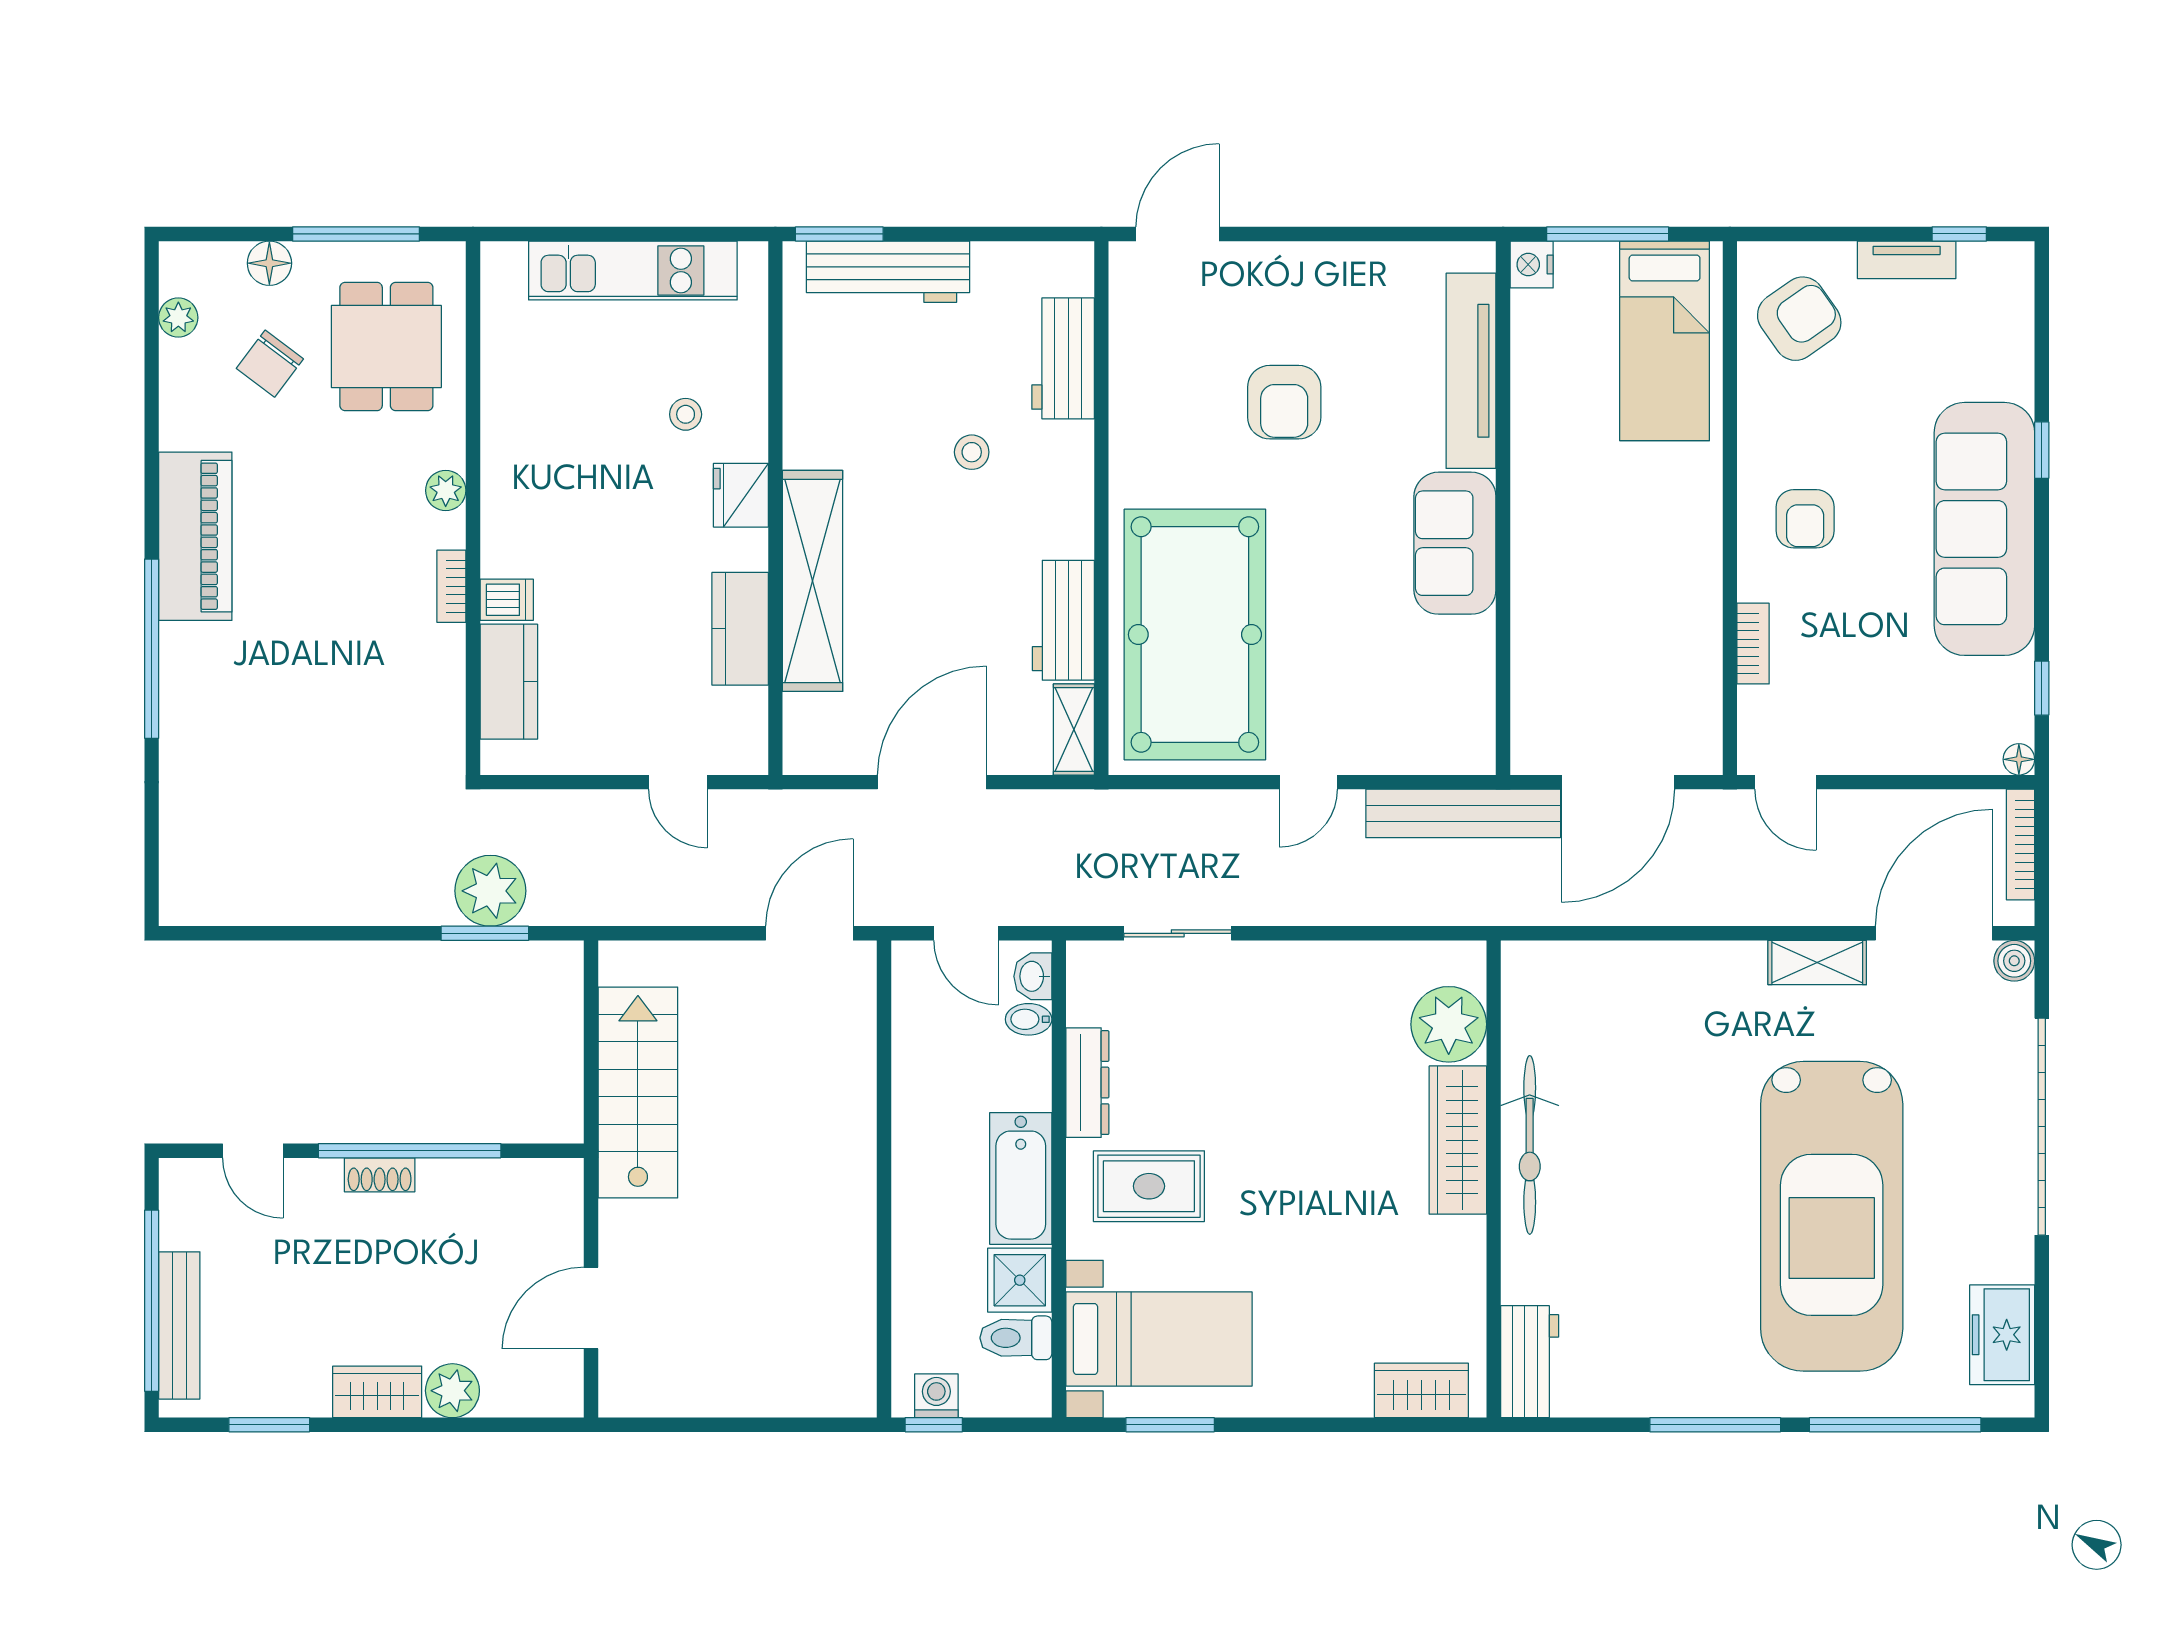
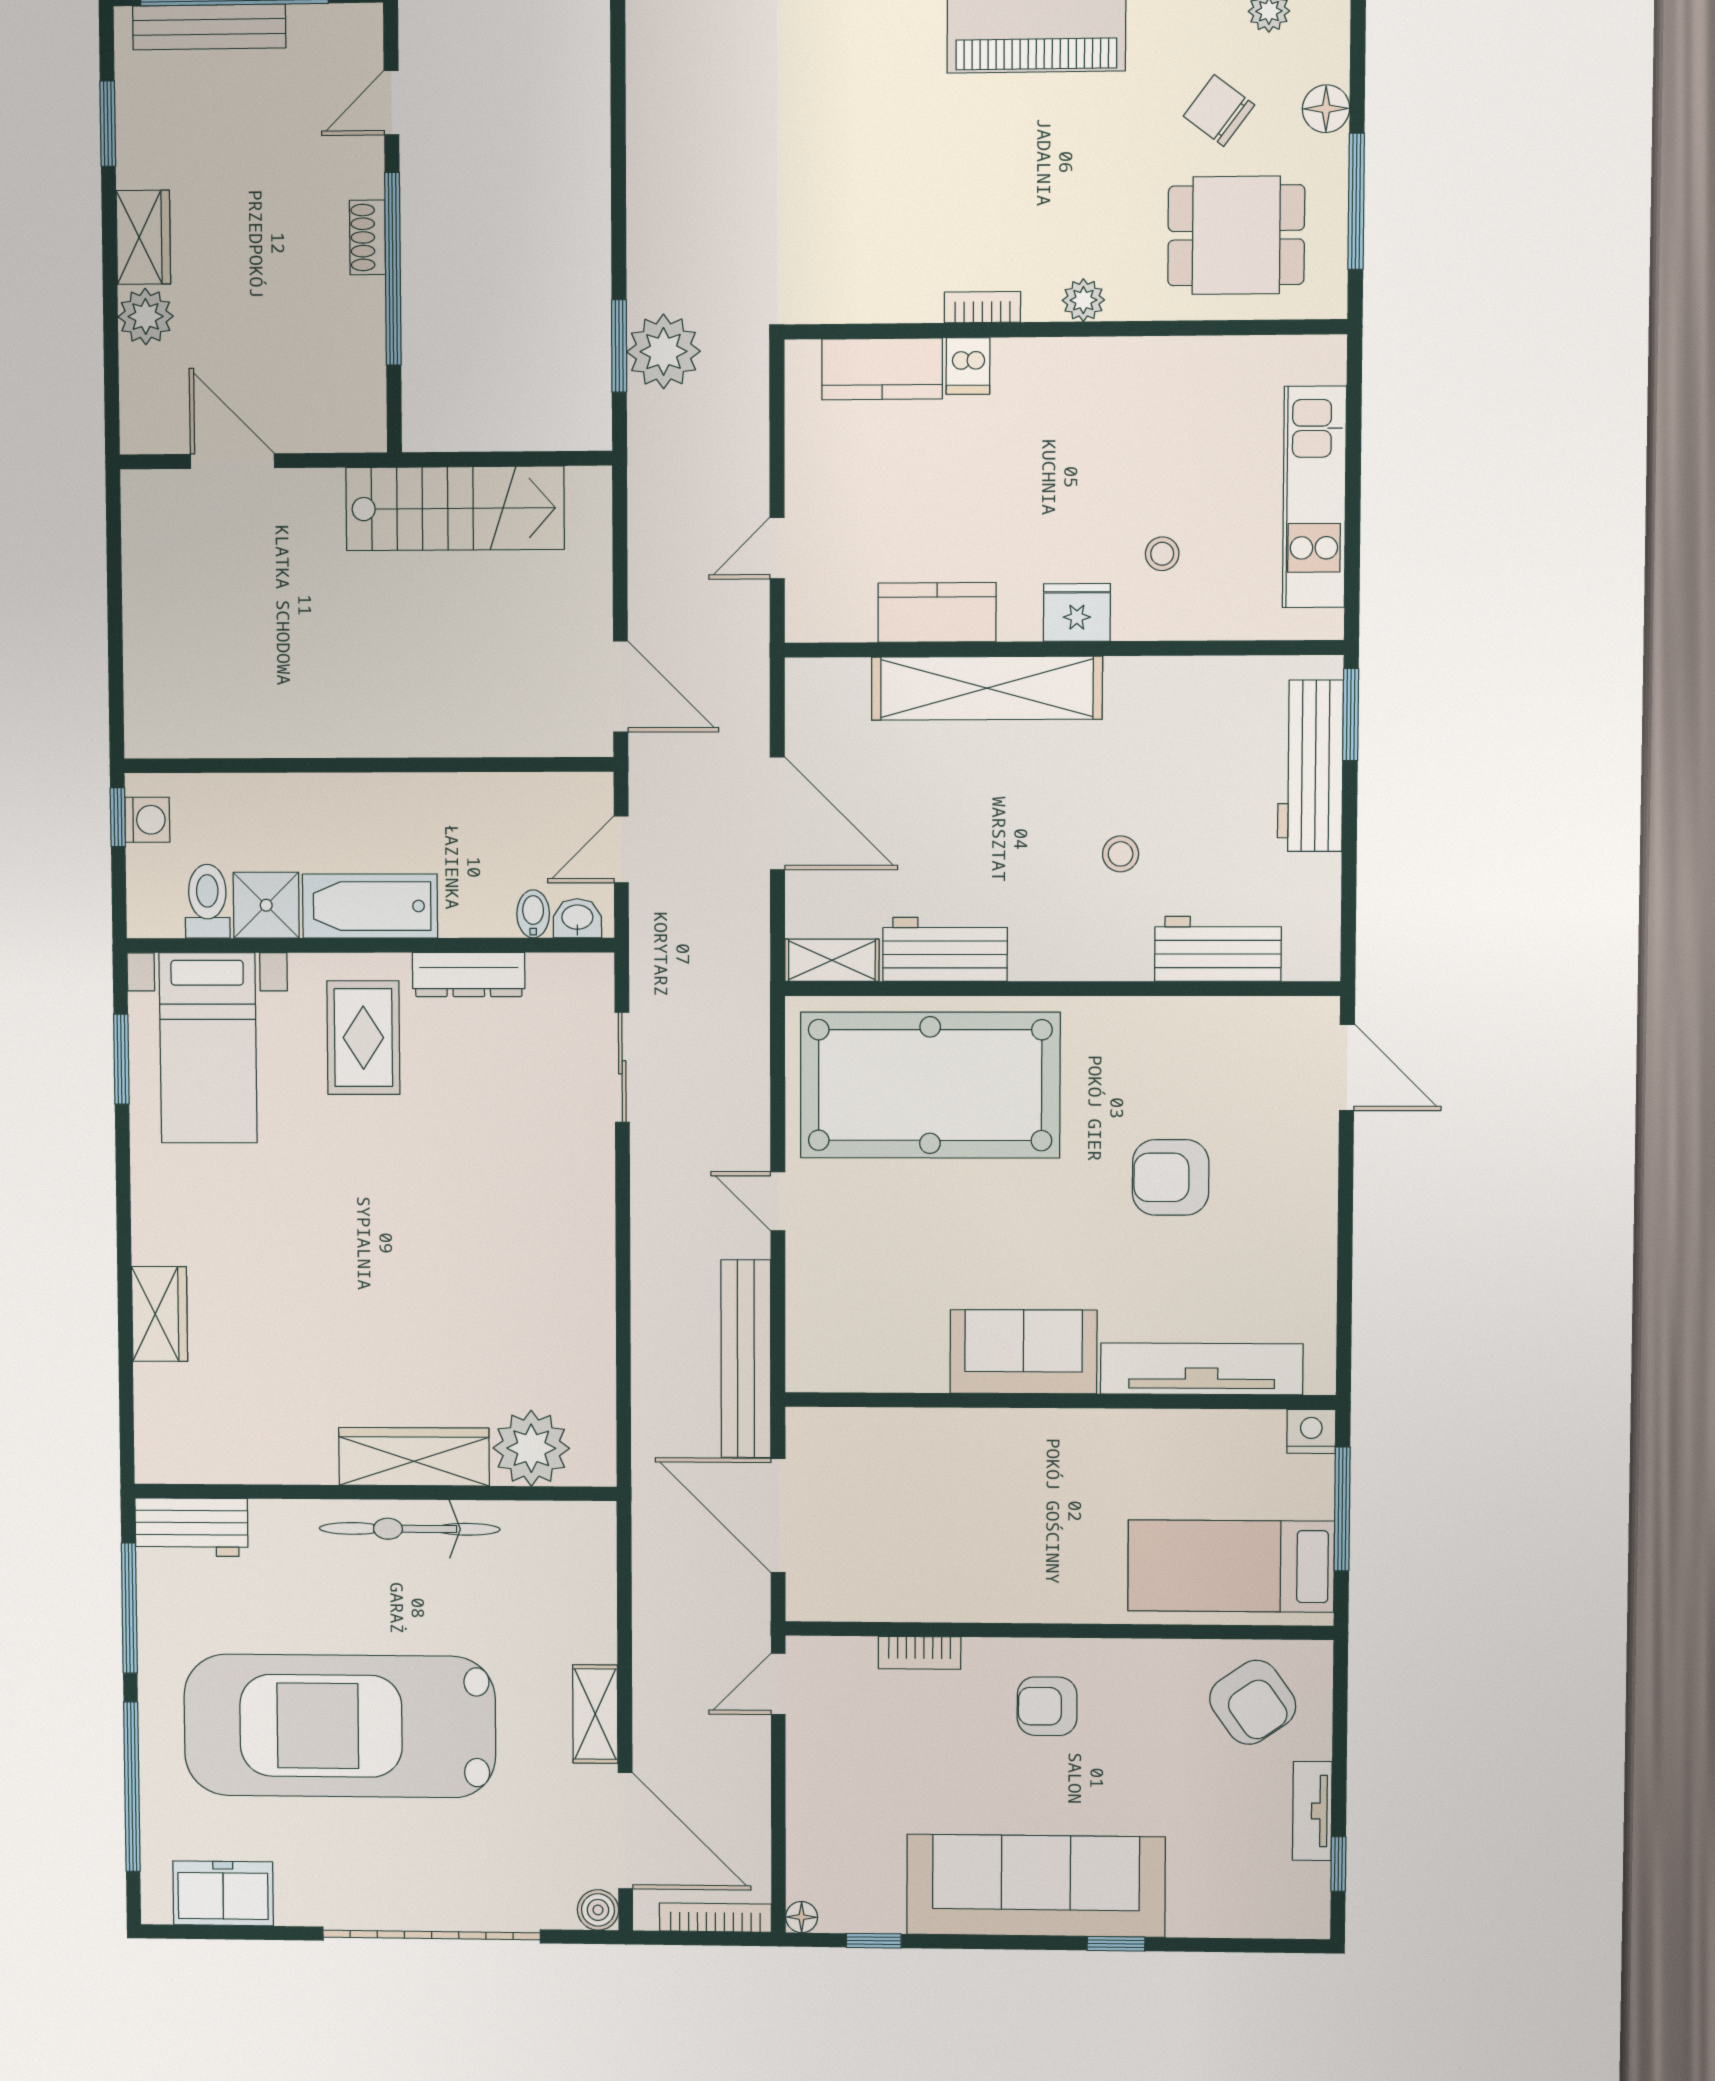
plant: (1449, 1024) -> (531, 1448), moved
wardrobe: (1458, 1140) -> (414, 1457), moved
bicycle: (1530, 1145) -> (410, 1529), moved
wall: (1494, 1179) -> (375, 1492), moved
workbench: (1530, 1362) -> (191, 1527), moved

